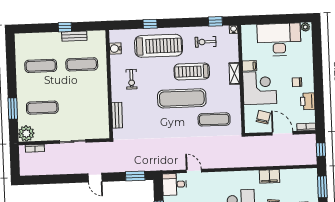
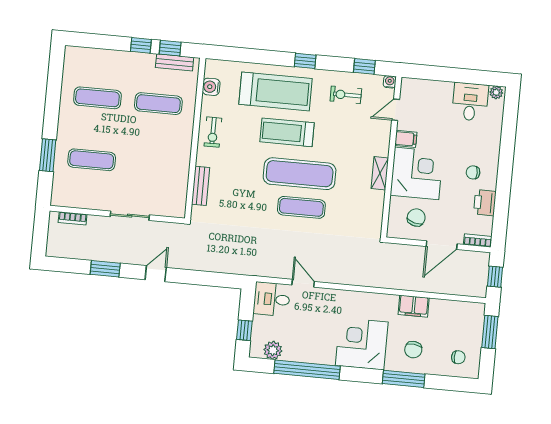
window: (150, 24) -> (305, 61), moved
window: (85, 26) -> (170, 48), added
bench: (74, 36) -> (175, 62), moved
desk: (279, 40) -> (470, 102), width x0.53, depth x0.77
door: (240, 47) -> (396, 110), added
treadmill: (192, 72) -> (287, 132), moved
shelving: (234, 73) -> (380, 173), moved
exercise bike: (131, 79) -> (213, 132), moved
exercise mat: (214, 119) -> (301, 207), moved
plant: (26, 133) -> (63, 195), removed
door: (283, 133) -> (442, 245), swing flipped
window: (135, 176) -> (105, 269), moved
door: (95, 178) -> (156, 274), swing flipped

